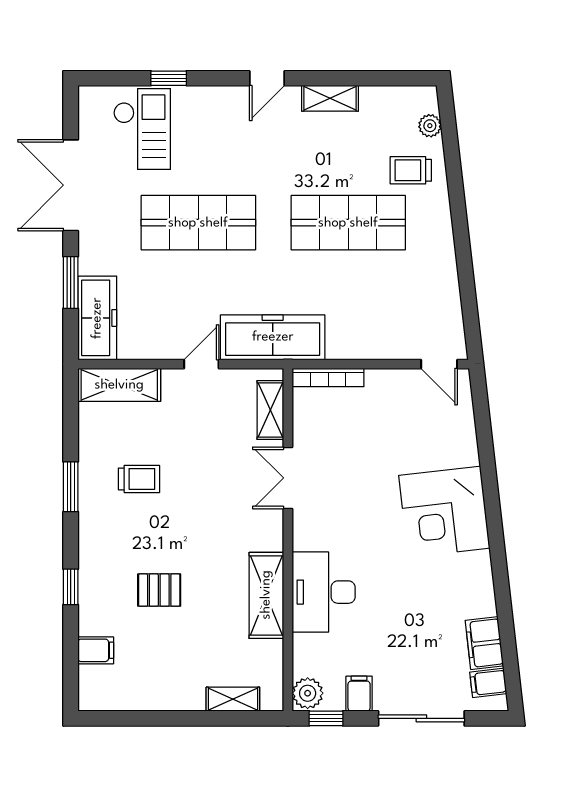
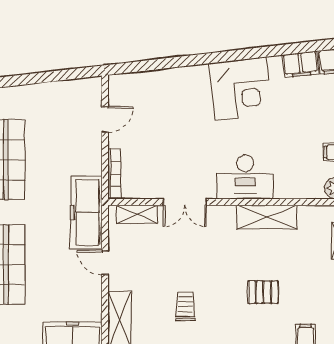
door: (439, 364) -> (105, 119), moved
corner desk: (444, 512) -> (240, 89), moved
pallet: (159, 590) -> (263, 292), turned 90
desk: (324, 592) -> (245, 177), moved

